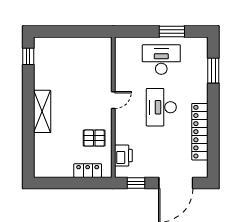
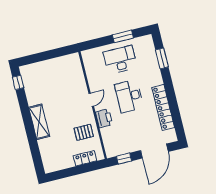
printer: (123, 156) -> (104, 118), moved

